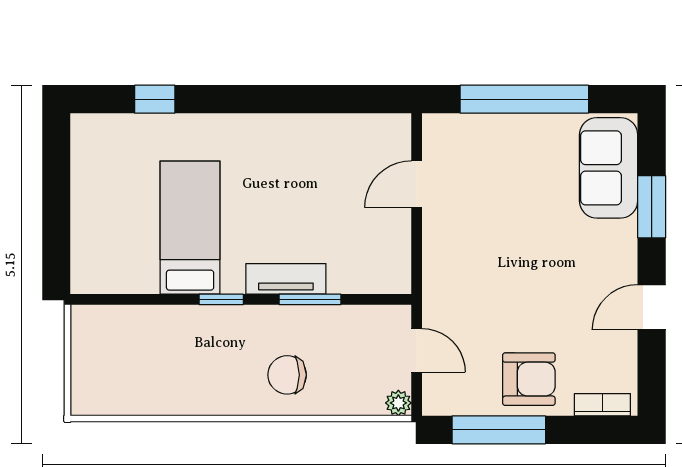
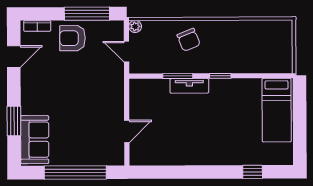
bed: (190, 228) -> (277, 110), moved
door: (652, 307) -> (14, 57), moved
chair: (287, 375) -> (189, 40), turned 68

